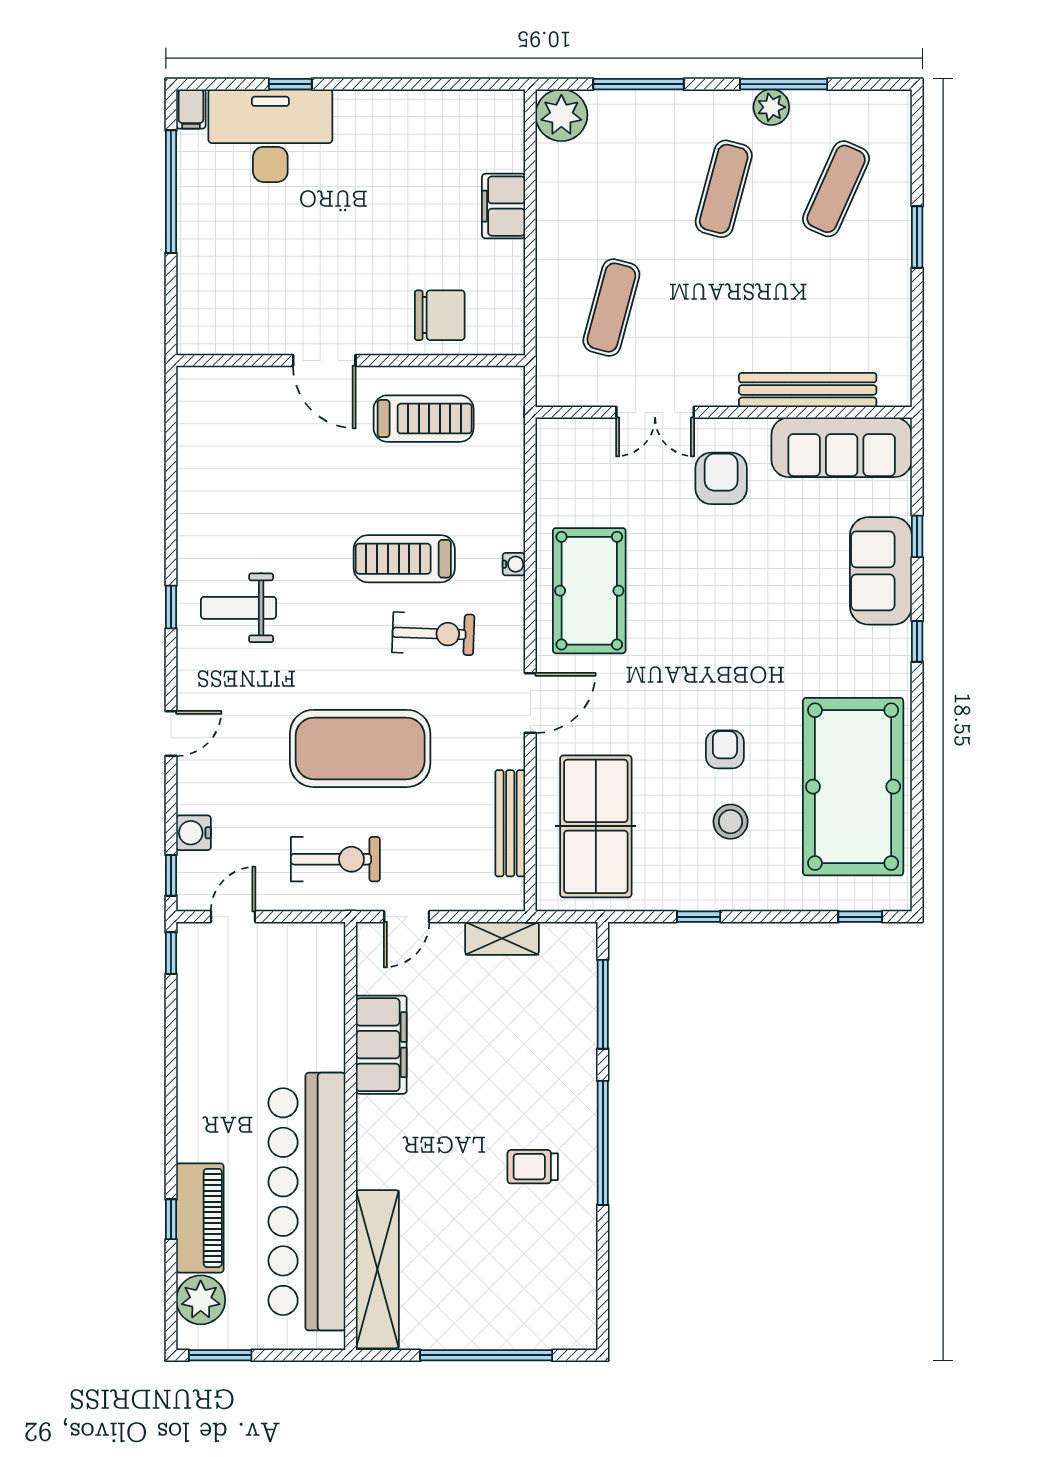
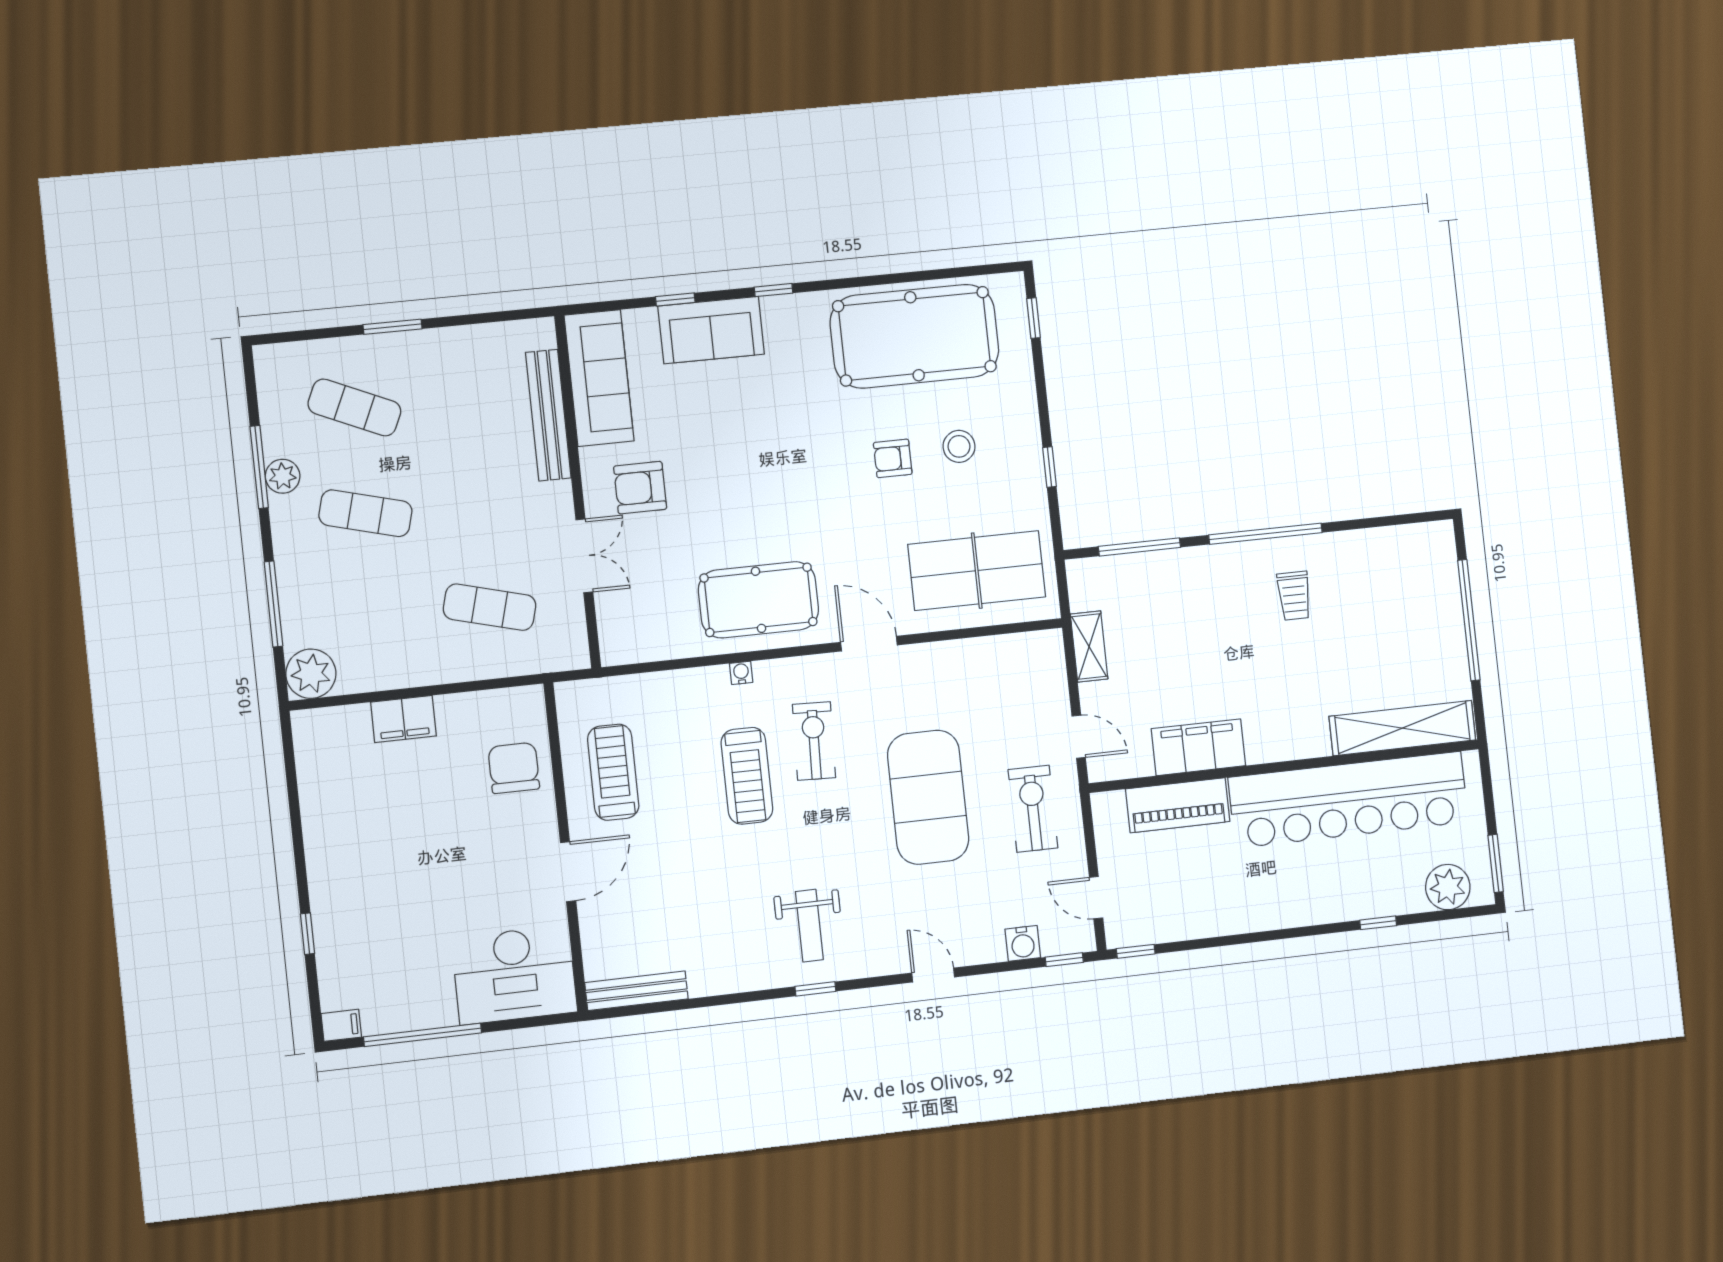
desk: (270, 136) -> (514, 975), moved, turned -90
bench: (510, 823) -> (636, 991), moved
piano: (200, 1218) -> (1178, 805), moved, turned 180

